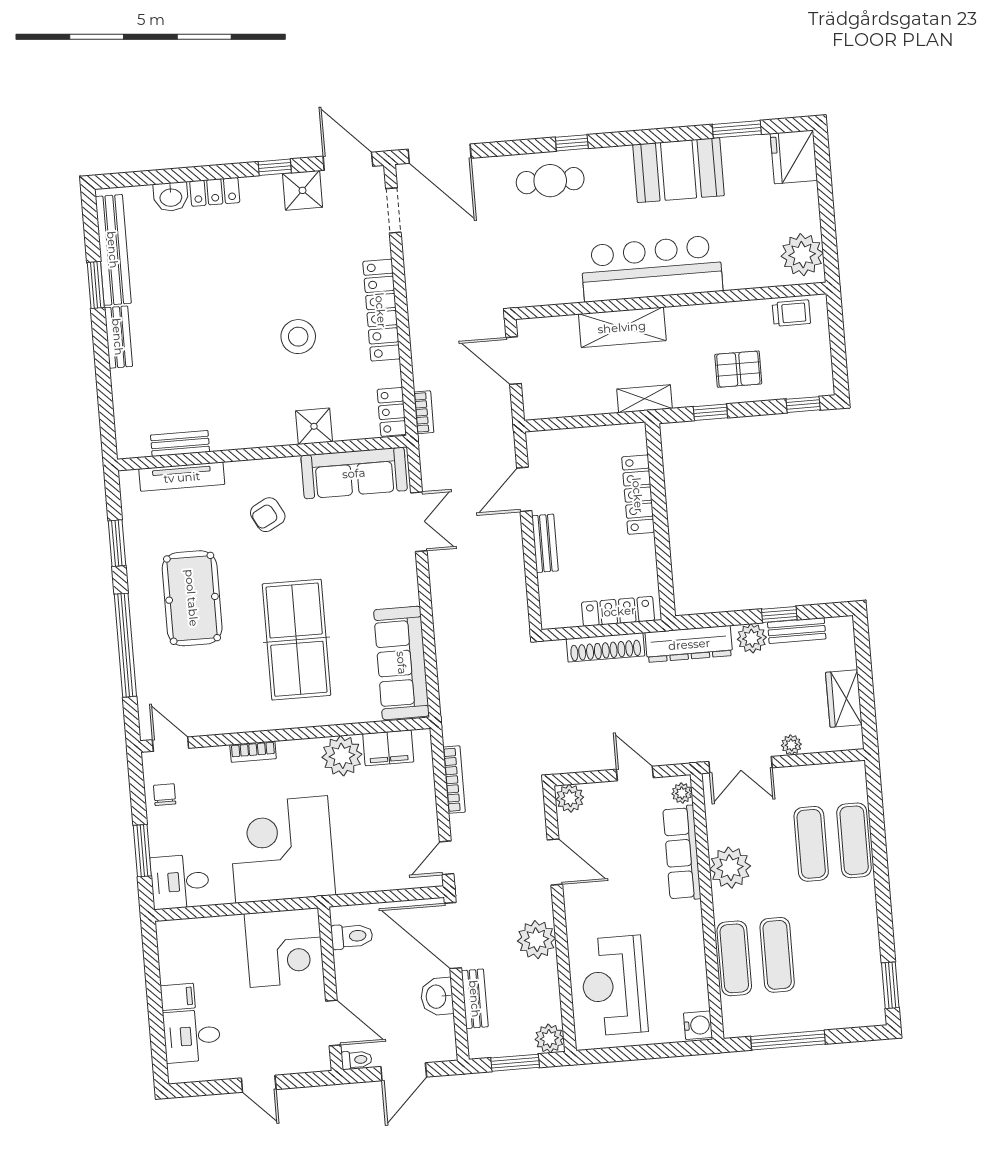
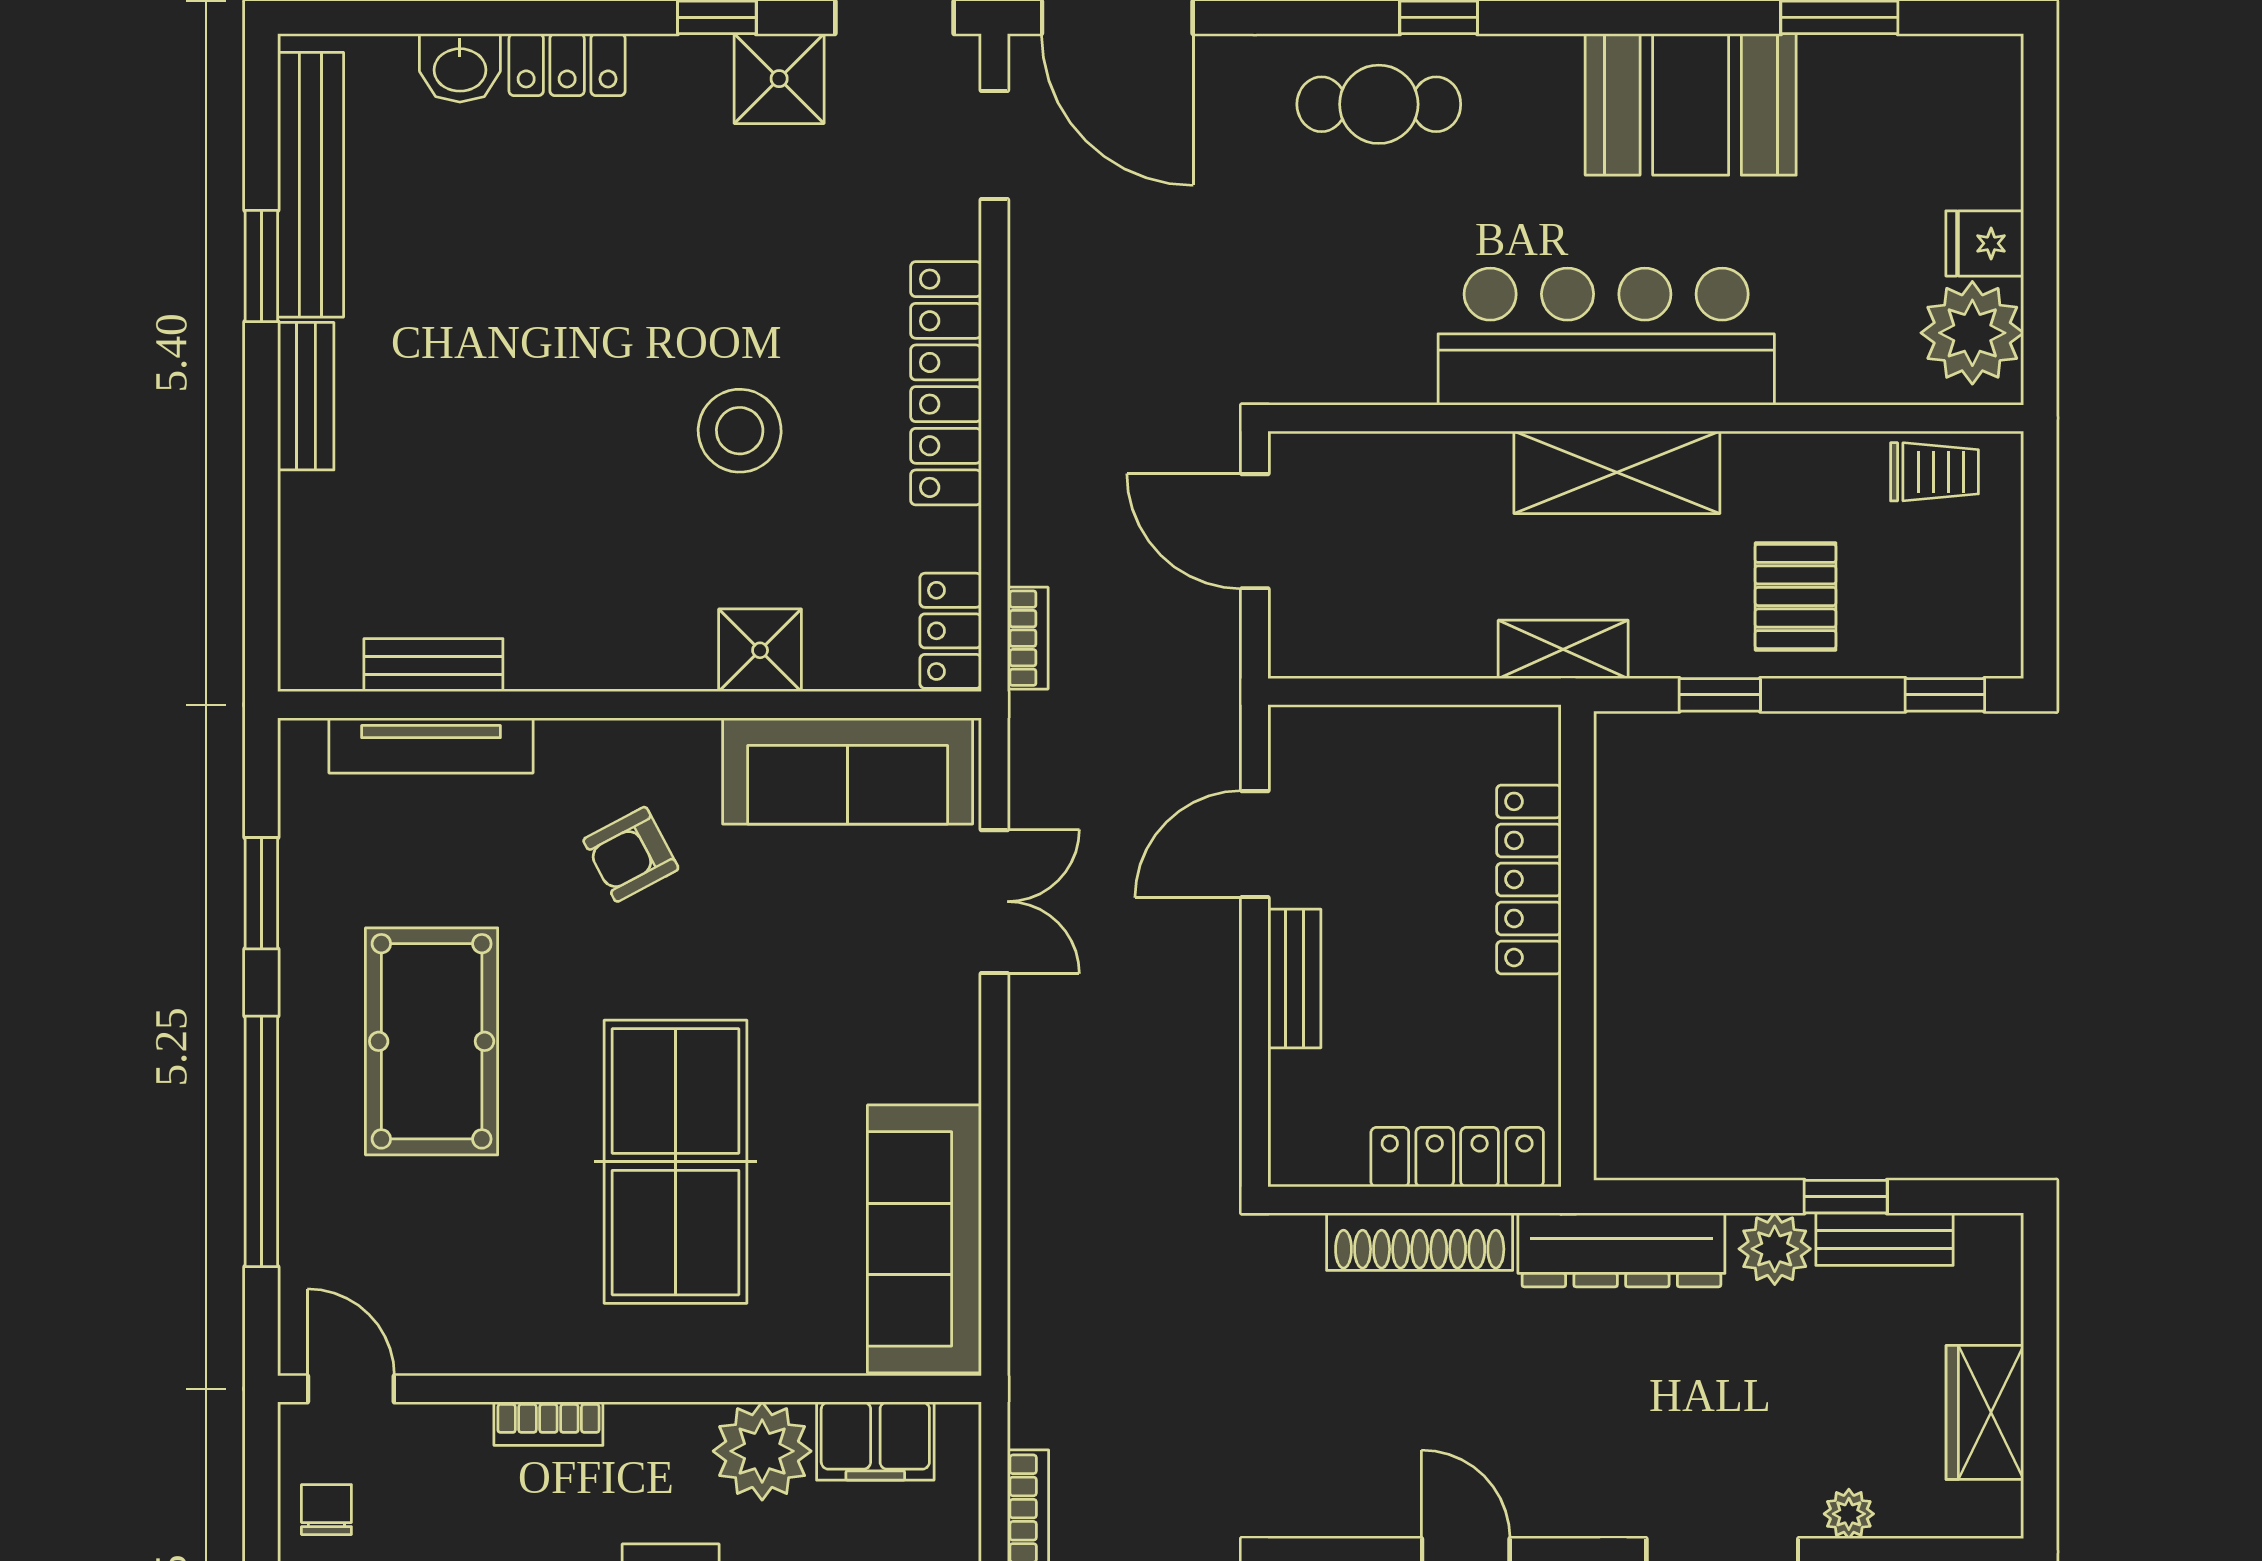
fridge: (794, 157) -> (1985, 243), moved, width x0.53, depth x0.75
shelving: (622, 327) -> (1617, 472), moved
pallet: (738, 369) -> (1796, 596), turned 90

